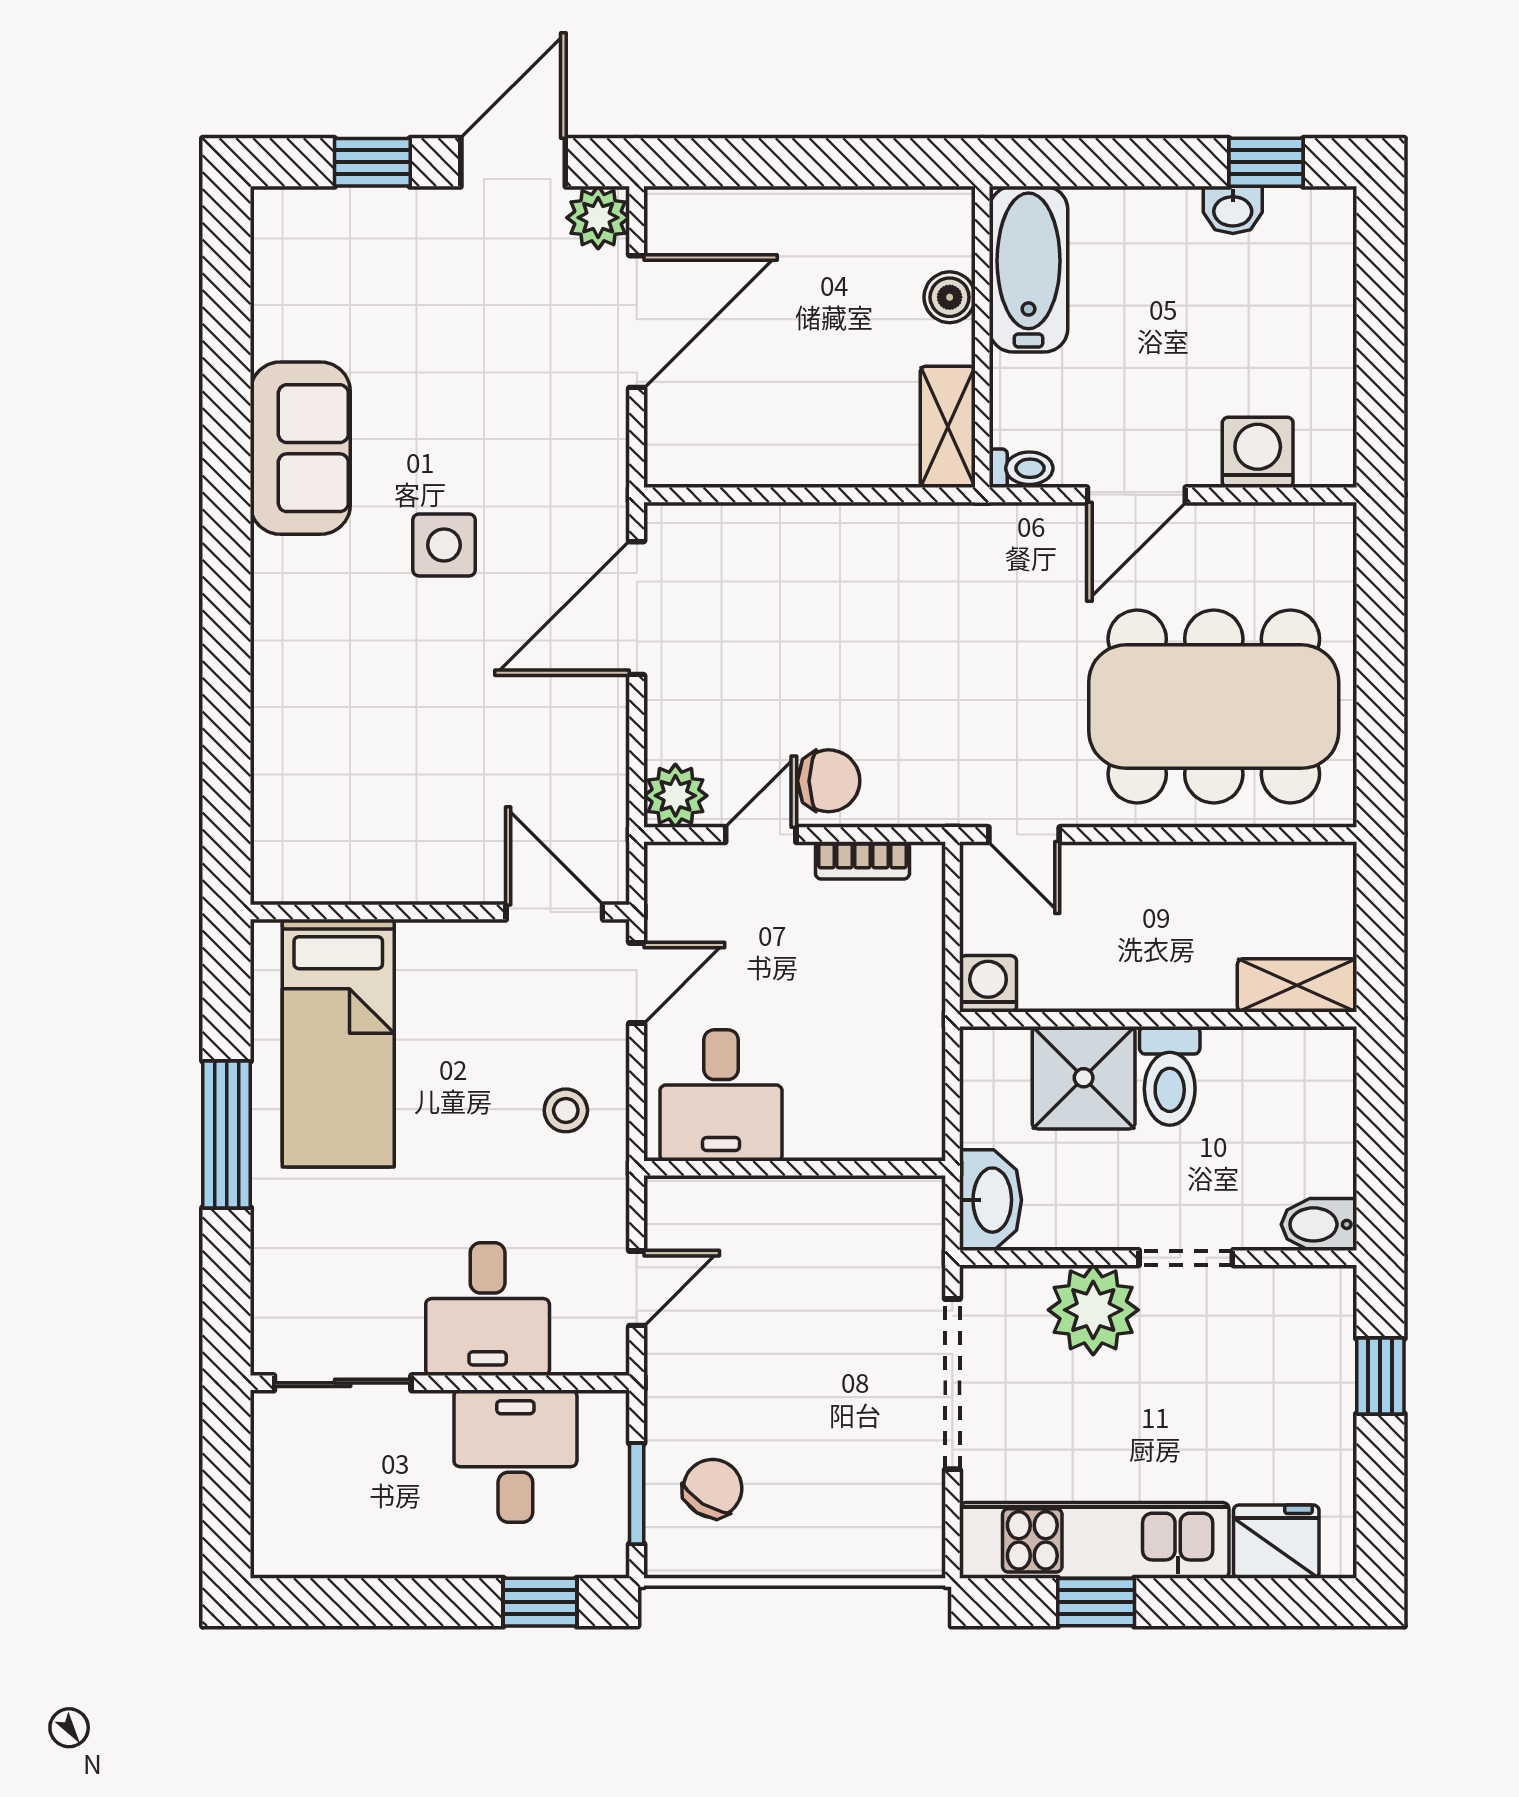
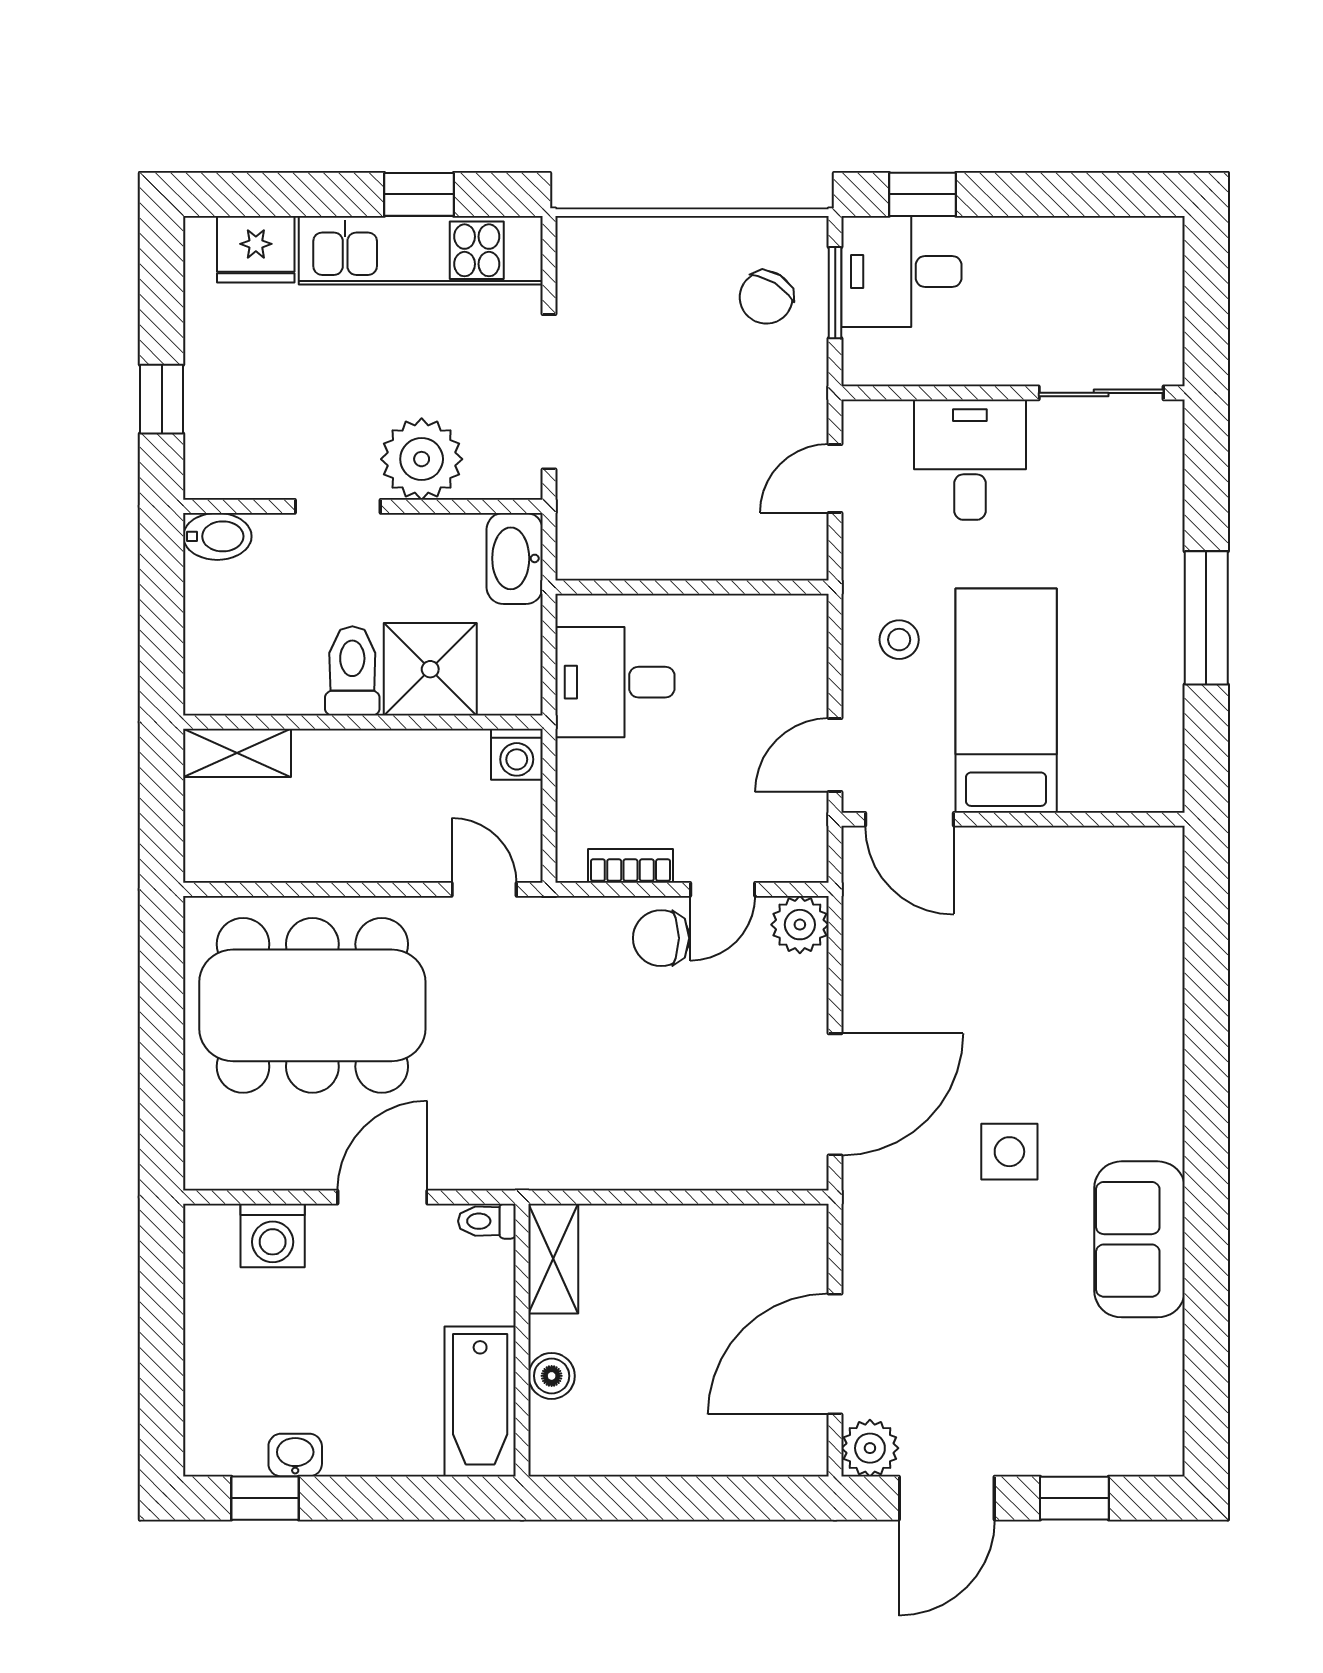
bed: (338, 1043) -> (1006, 701), moved
desk: (721, 1095) -> (615, 682), moved, turned -90
desk: (515, 1456) -> (901, 272), moved, turned 90

